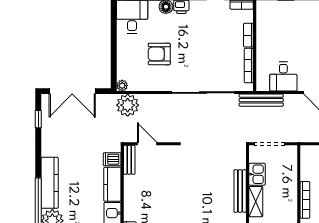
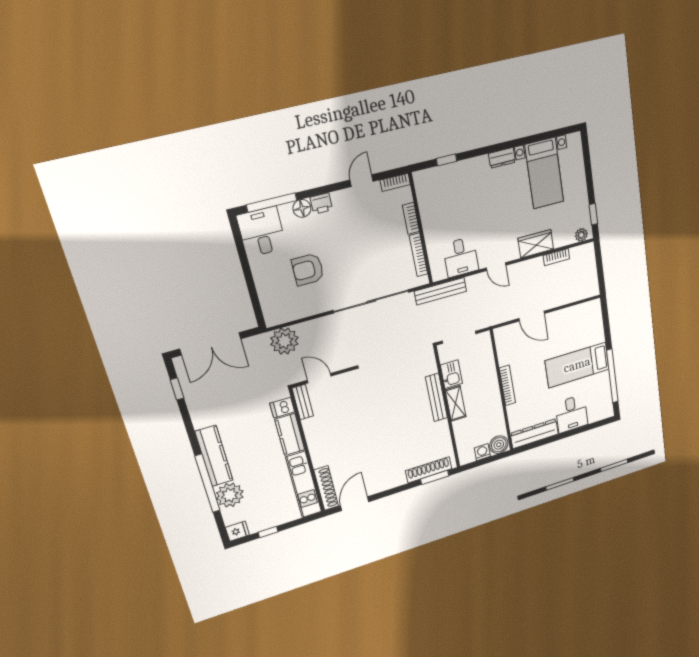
plant: (122, 86) -> (272, 320), removed

